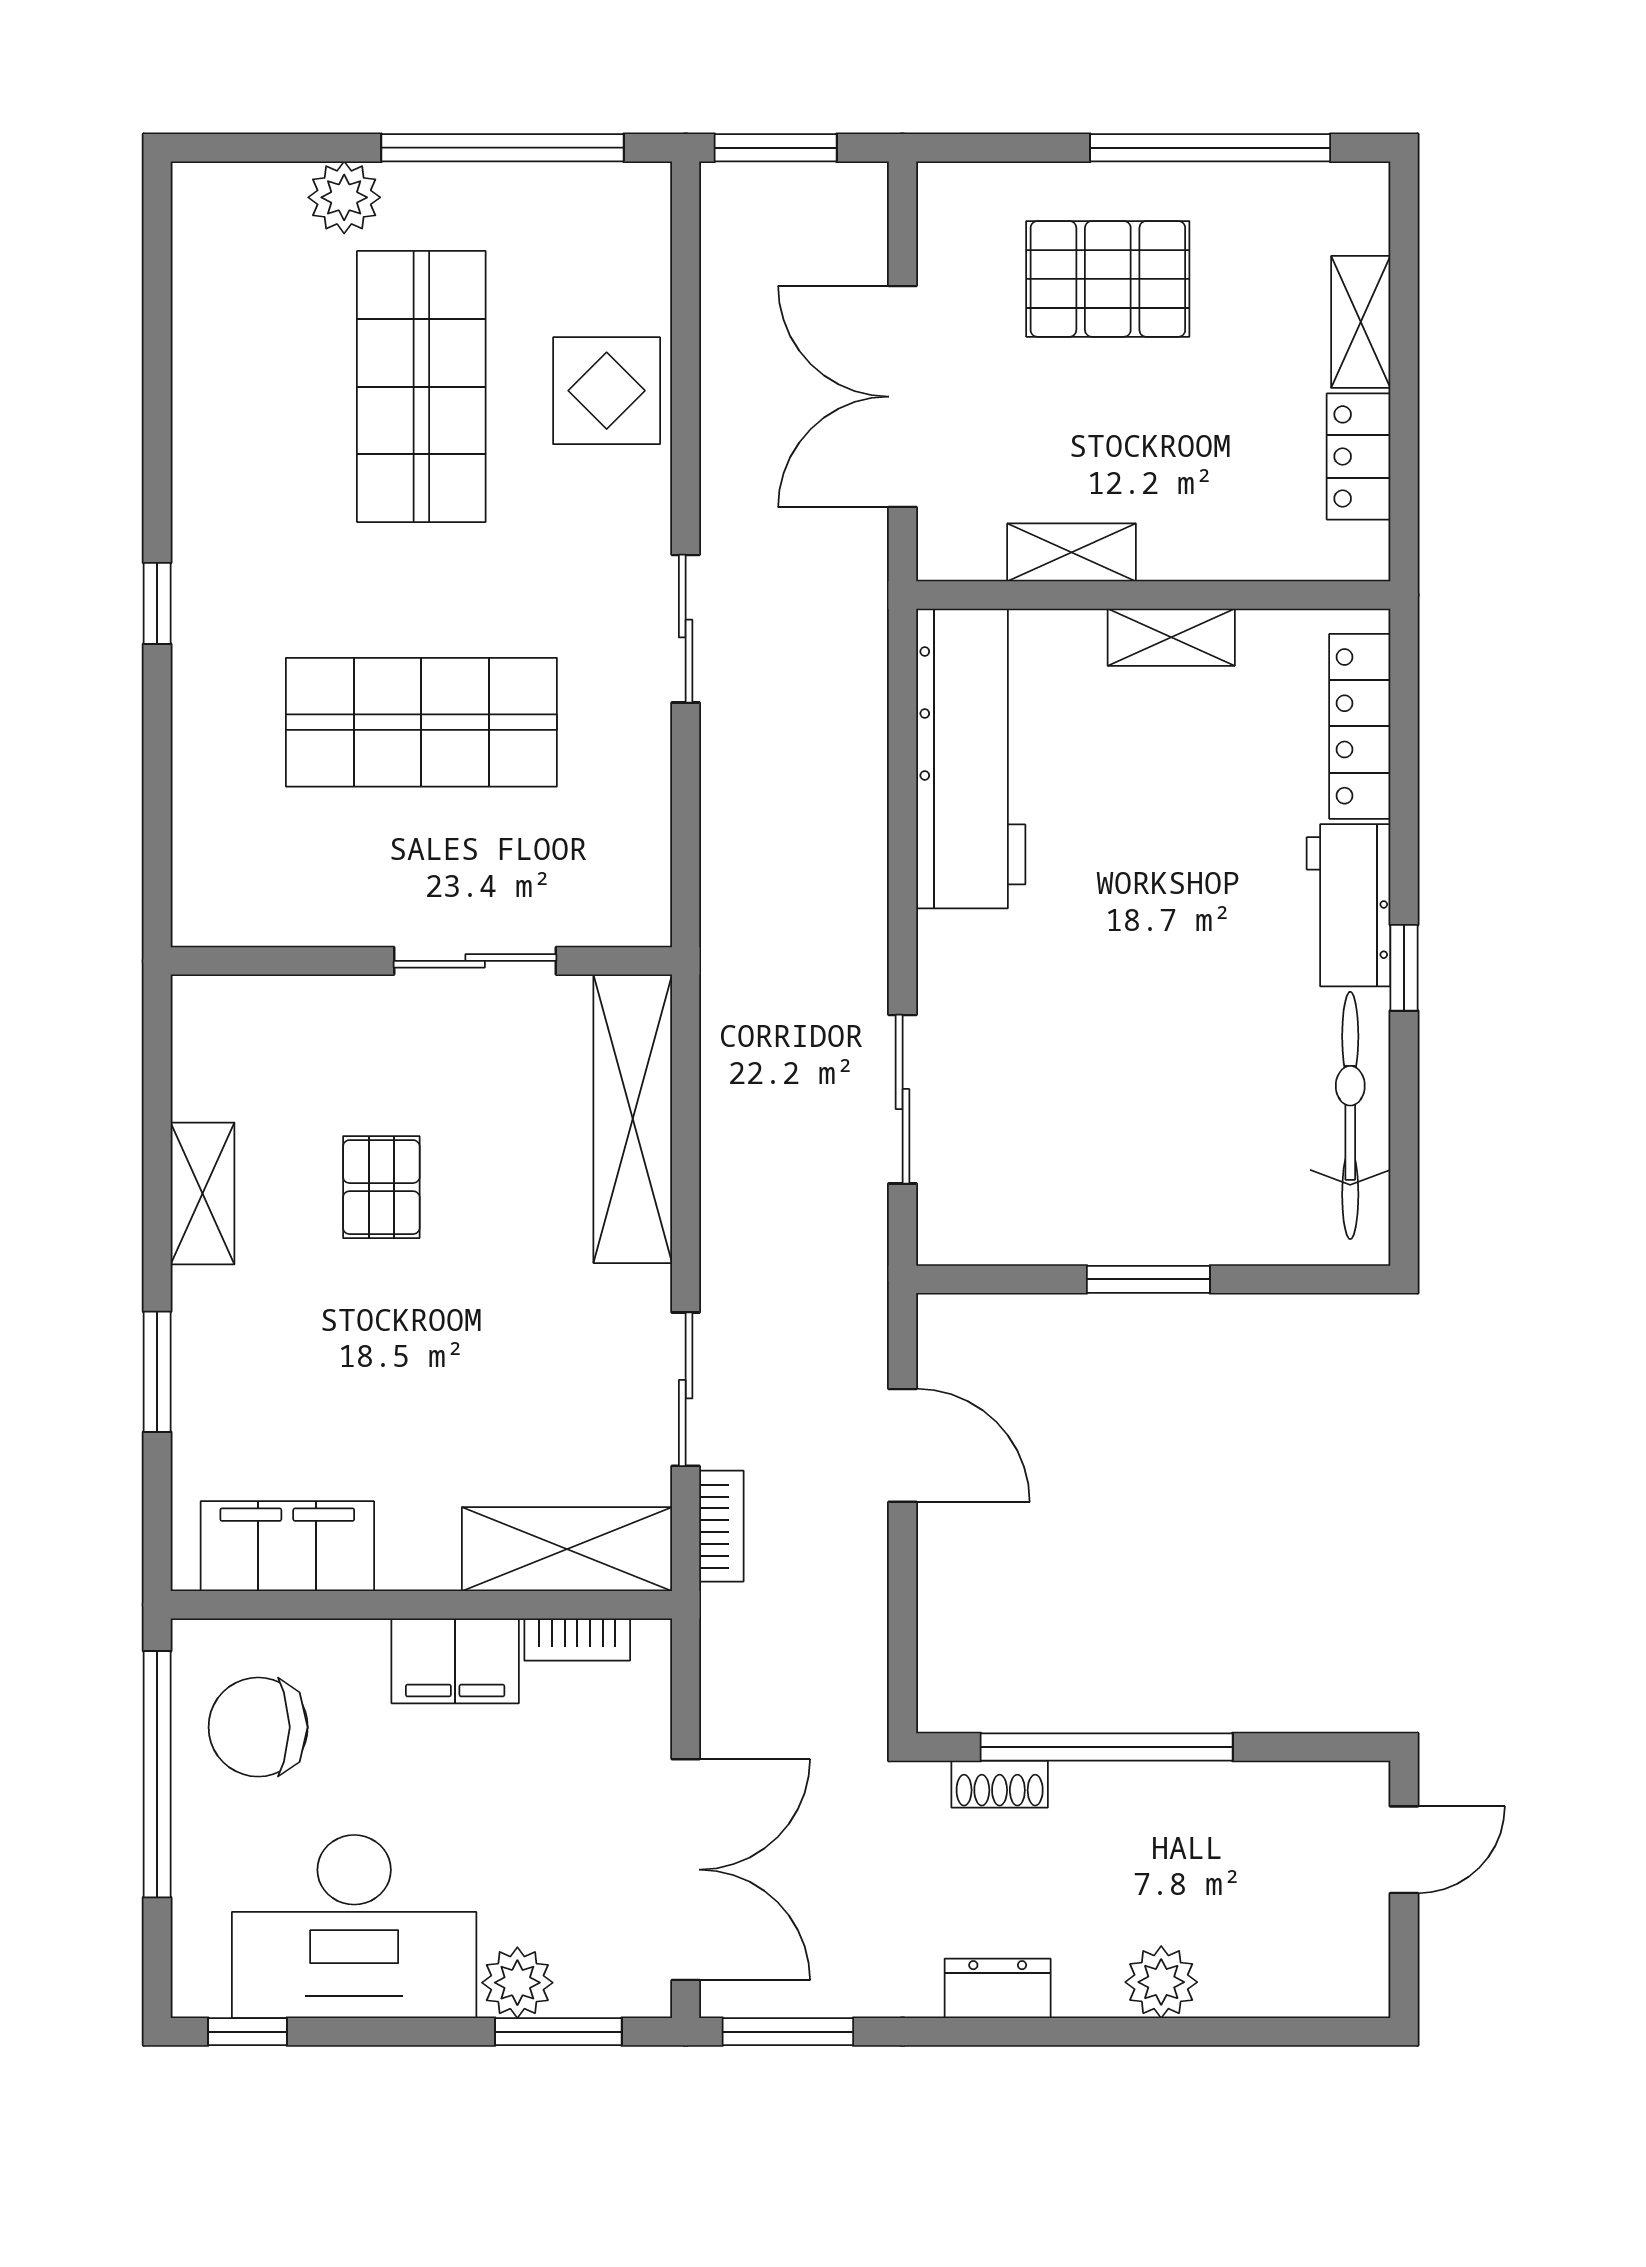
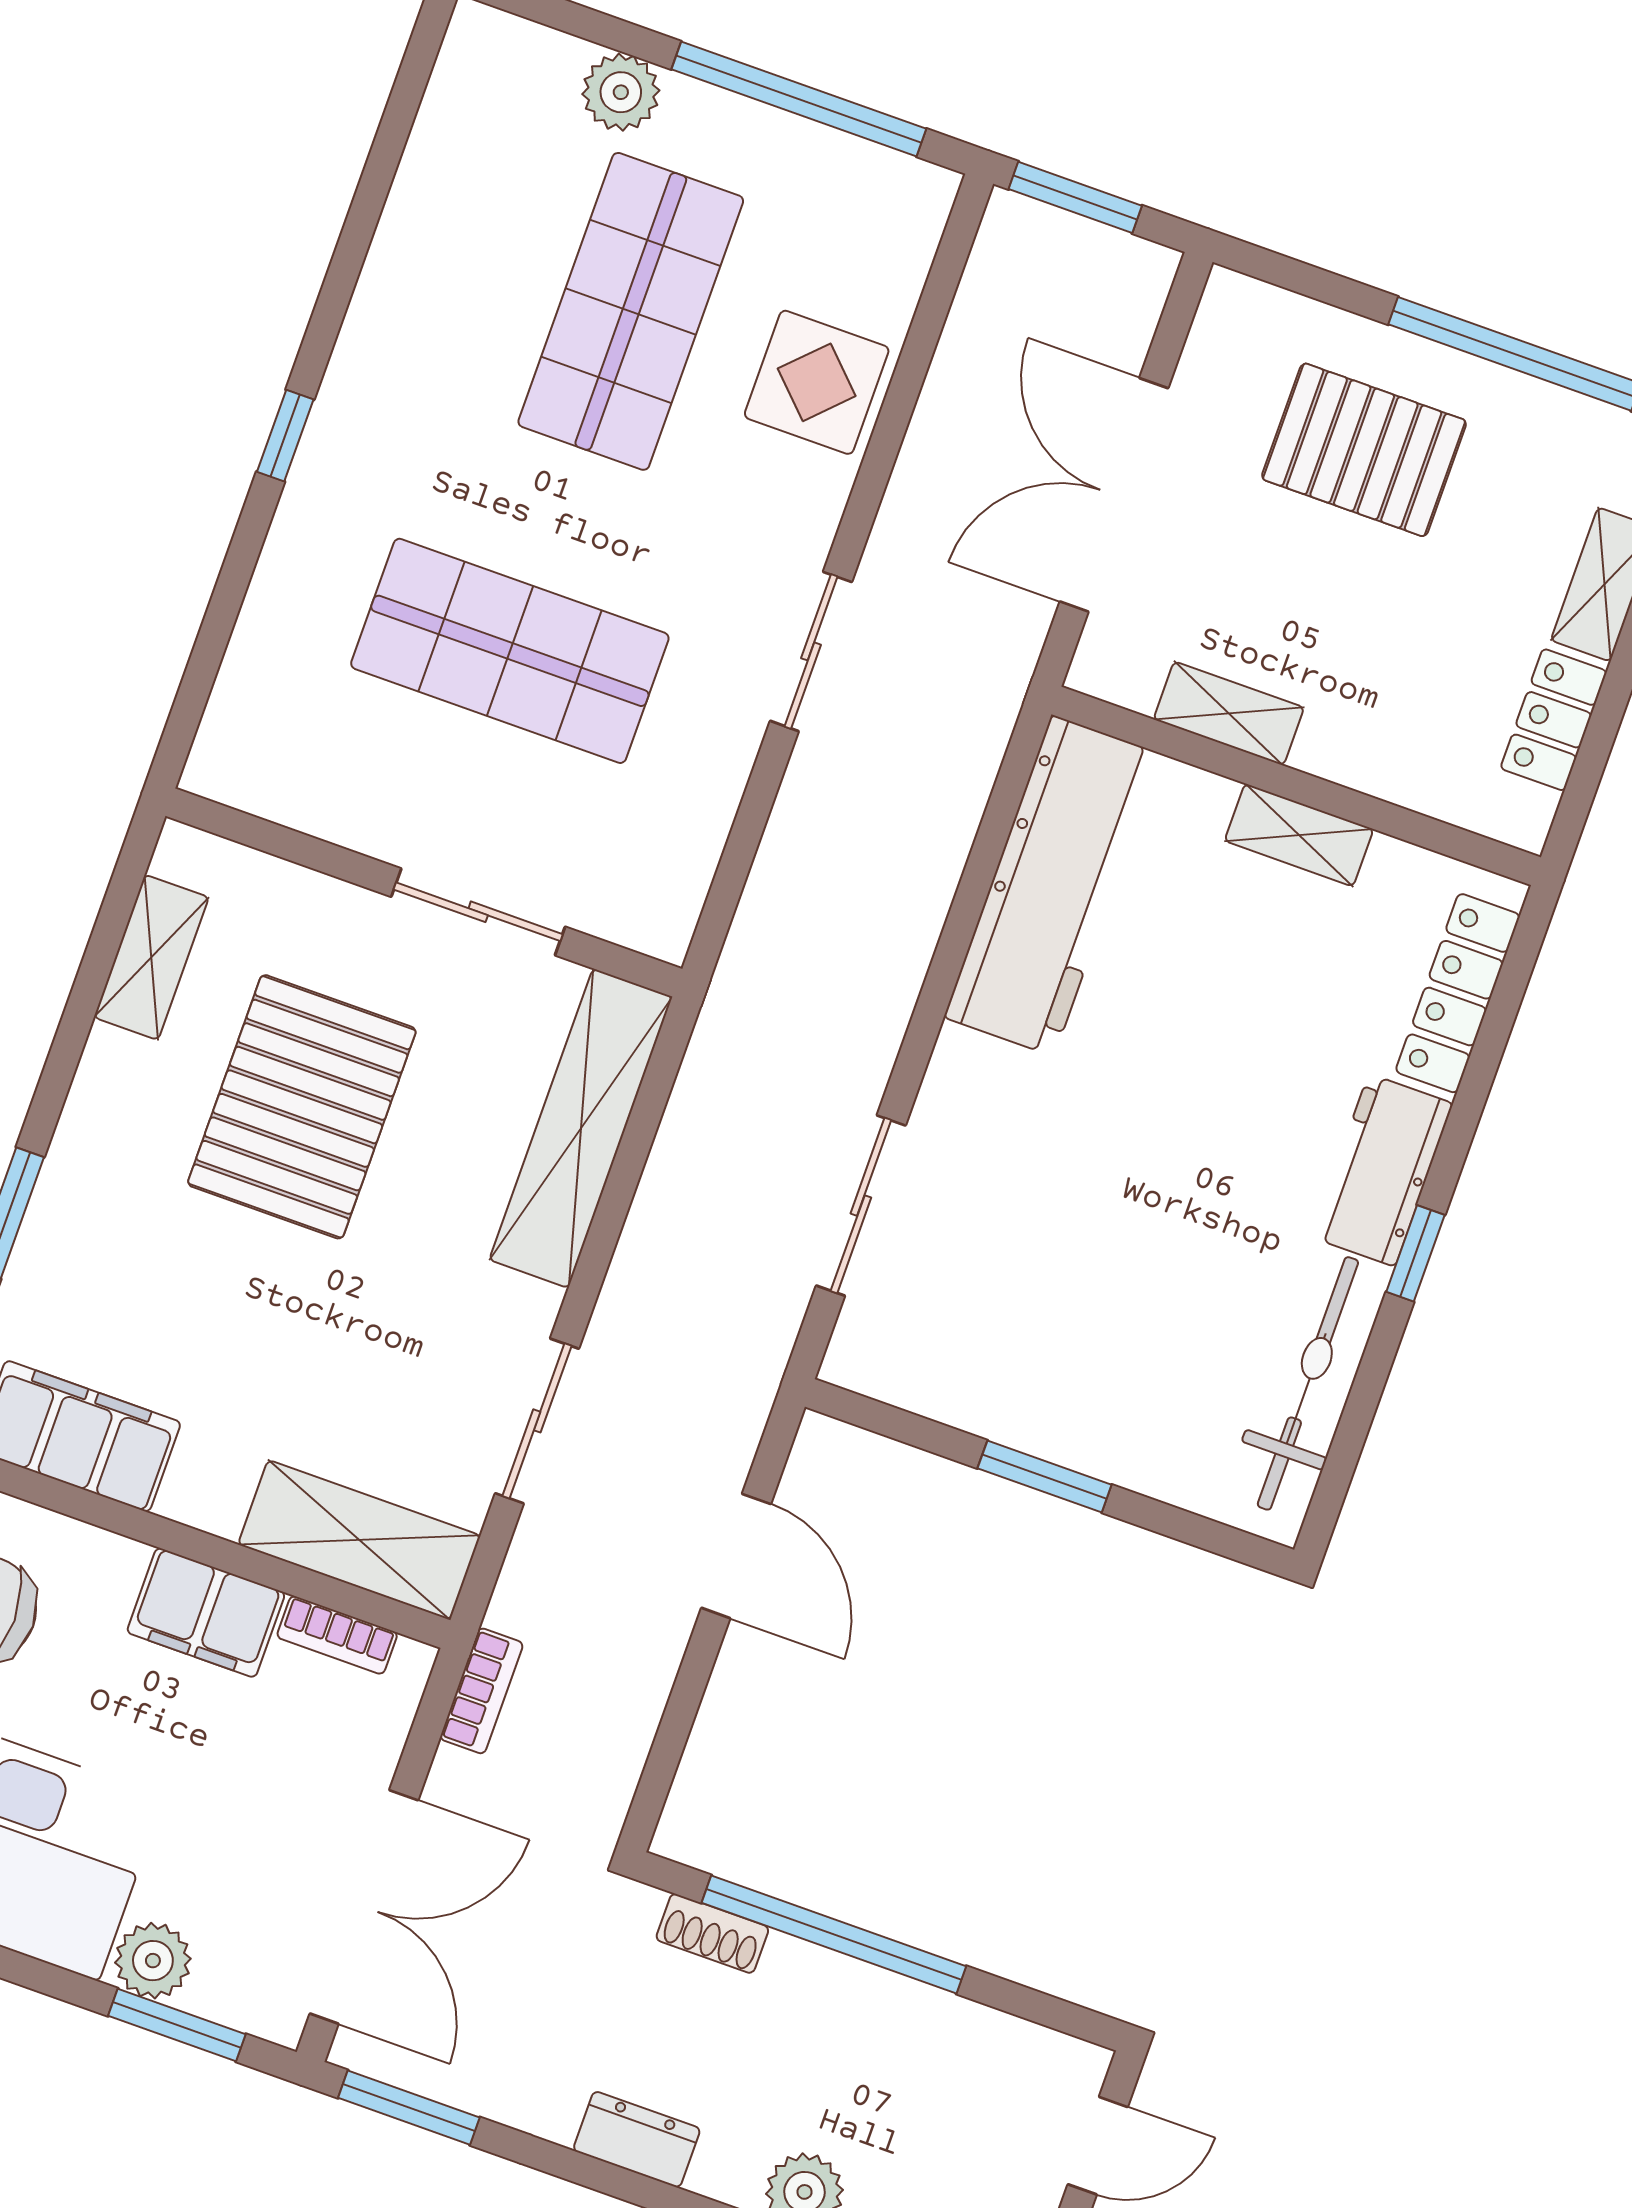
pallet: (381, 1187) -> (302, 1107), width x2.05, depth x2.00
shelving: (203, 1193) -> (151, 957), moved
bookcase: (721, 1526) -> (482, 1691), moved

